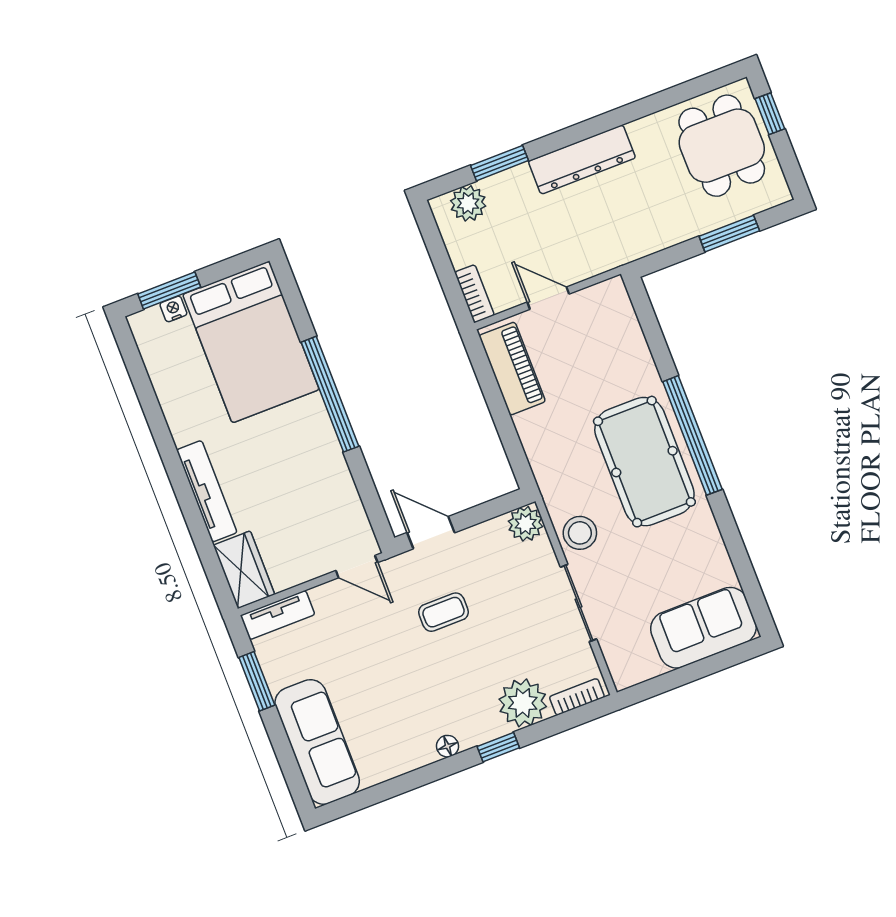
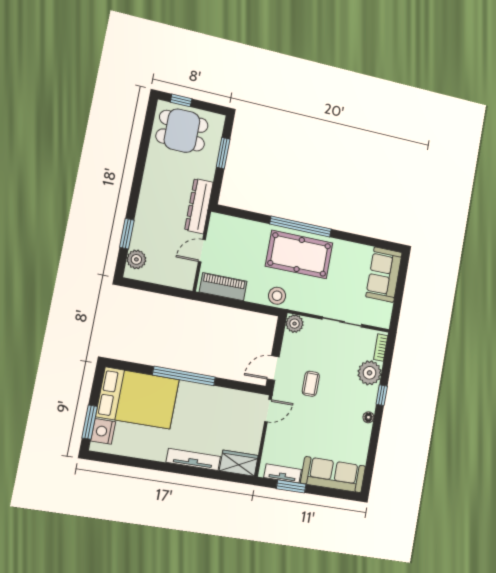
dresser: (582, 160) -> (199, 206), moved, turned 180
bookcase: (474, 294) -> (179, 282), removed
nightstand: (173, 309) -> (103, 431), width x1.89, depth x1.79
stool: (580, 533) -> (277, 296), moved
tv unit: (278, 615) -> (283, 473), moved, turned -90

